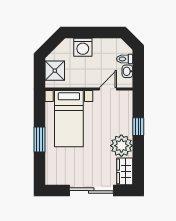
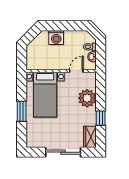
shower: (55, 71) -> (34, 56), removed
window: (138, 127) -> (101, 118), moved
plant: (121, 146) -> (87, 98), moved

